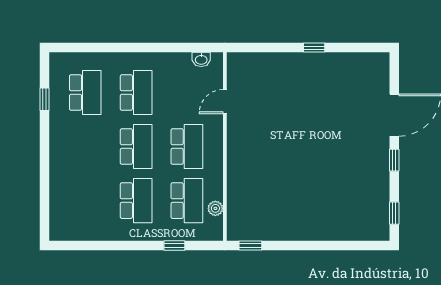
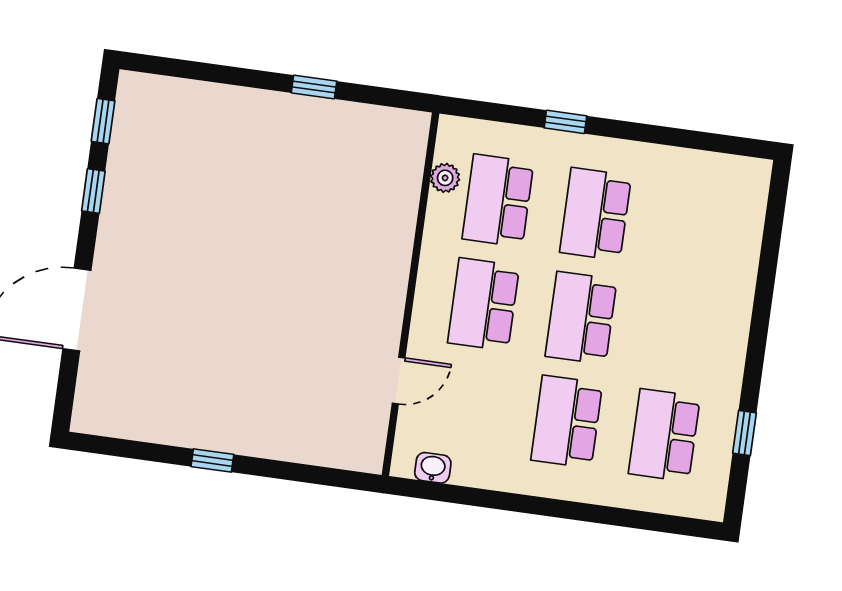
window: (394, 160) -> (93, 191), moved
window: (174, 246) -> (565, 122), moved
window: (250, 246) -> (314, 87), moved

